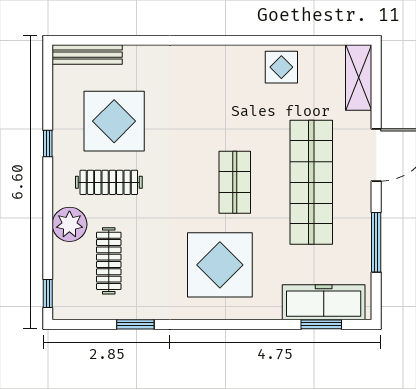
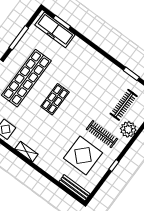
shelving: (217, 55) -> (26, 152), added
display table: (220, 265) -> (83, 73), removed

